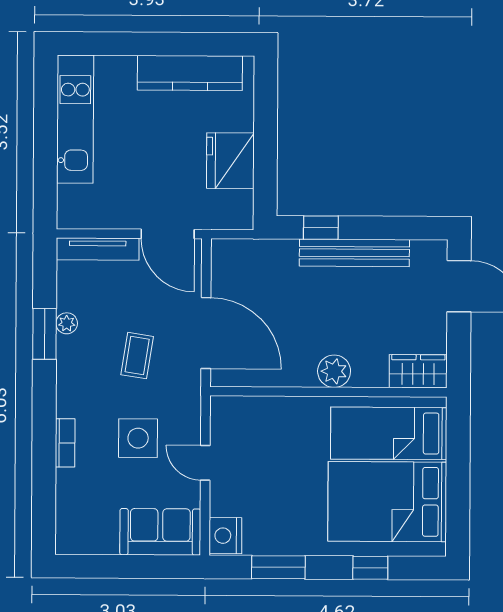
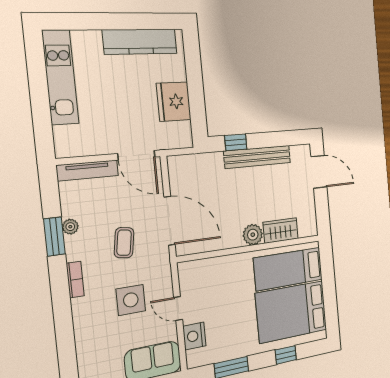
wardrobe: (418, 371) -> (281, 230), moved
bookcase: (65, 443) -> (75, 280), moved
nightstand: (225, 536) -> (194, 336), moved

